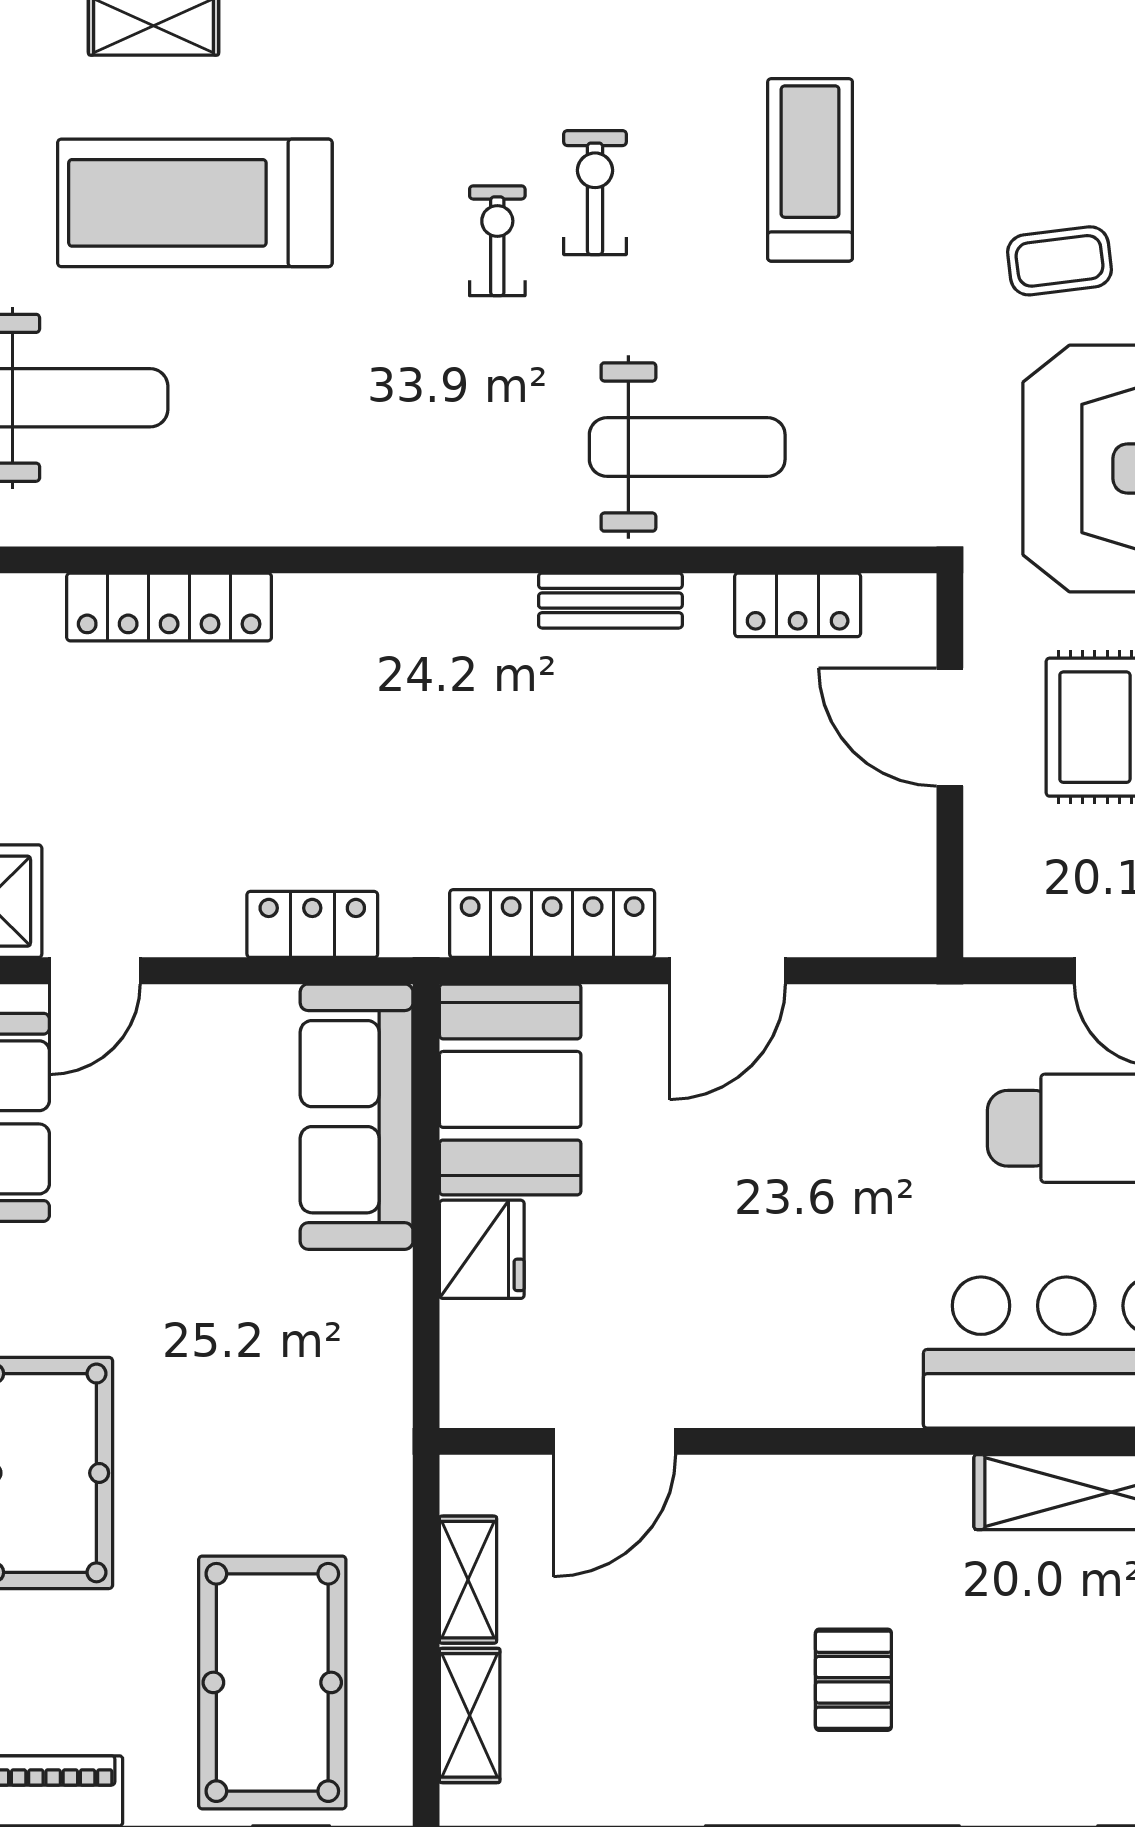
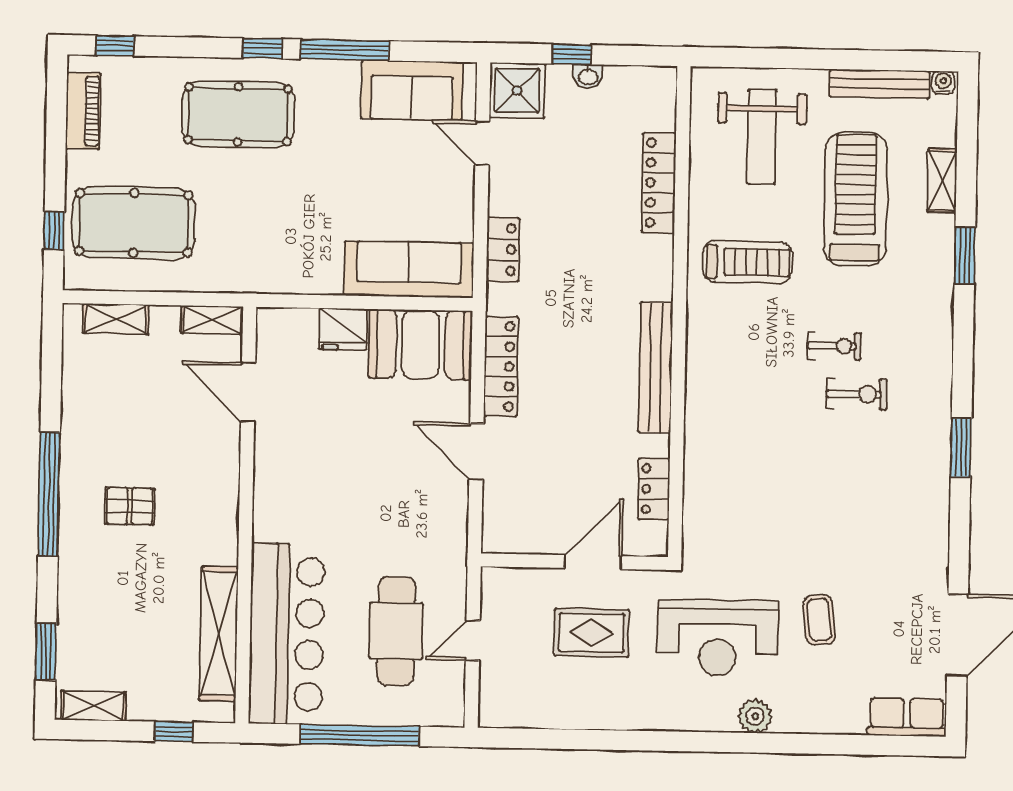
treadmill: (810, 170) -> (747, 262), moved
weight bench: (687, 447) -> (732, 437), removed
bench: (610, 601) -> (656, 368), width x1.86, depth x1.21
shelving: (468, 1580) -> (212, 320), moved

